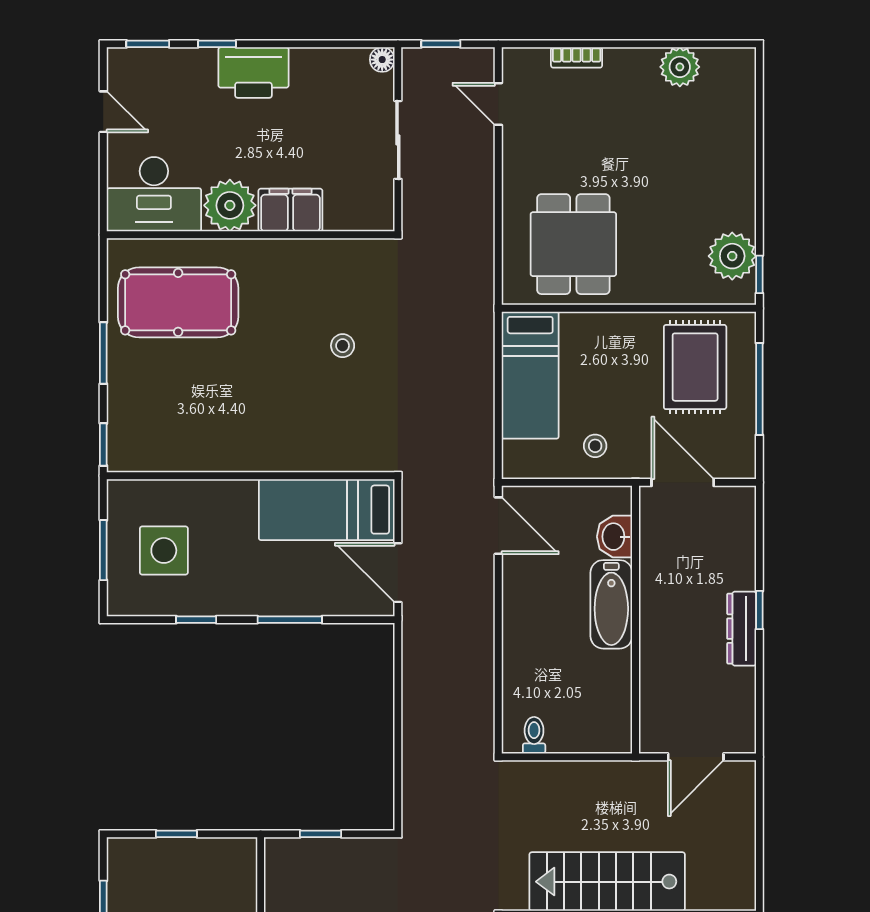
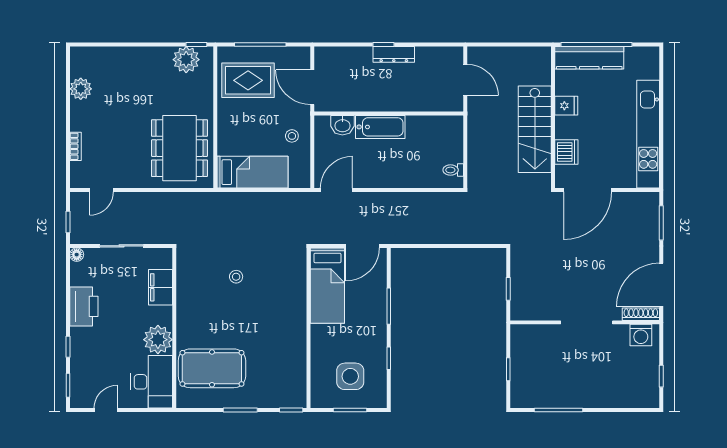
printer: (253, 73) -> (84, 306), moved
filing cabinet: (290, 210) -> (161, 287), moved
dining table: (573, 244) -> (179, 148), width x1.38
pool table: (178, 302) -> (212, 368), turned 90
door: (683, 482) -> (312, 87), hinge flipped

